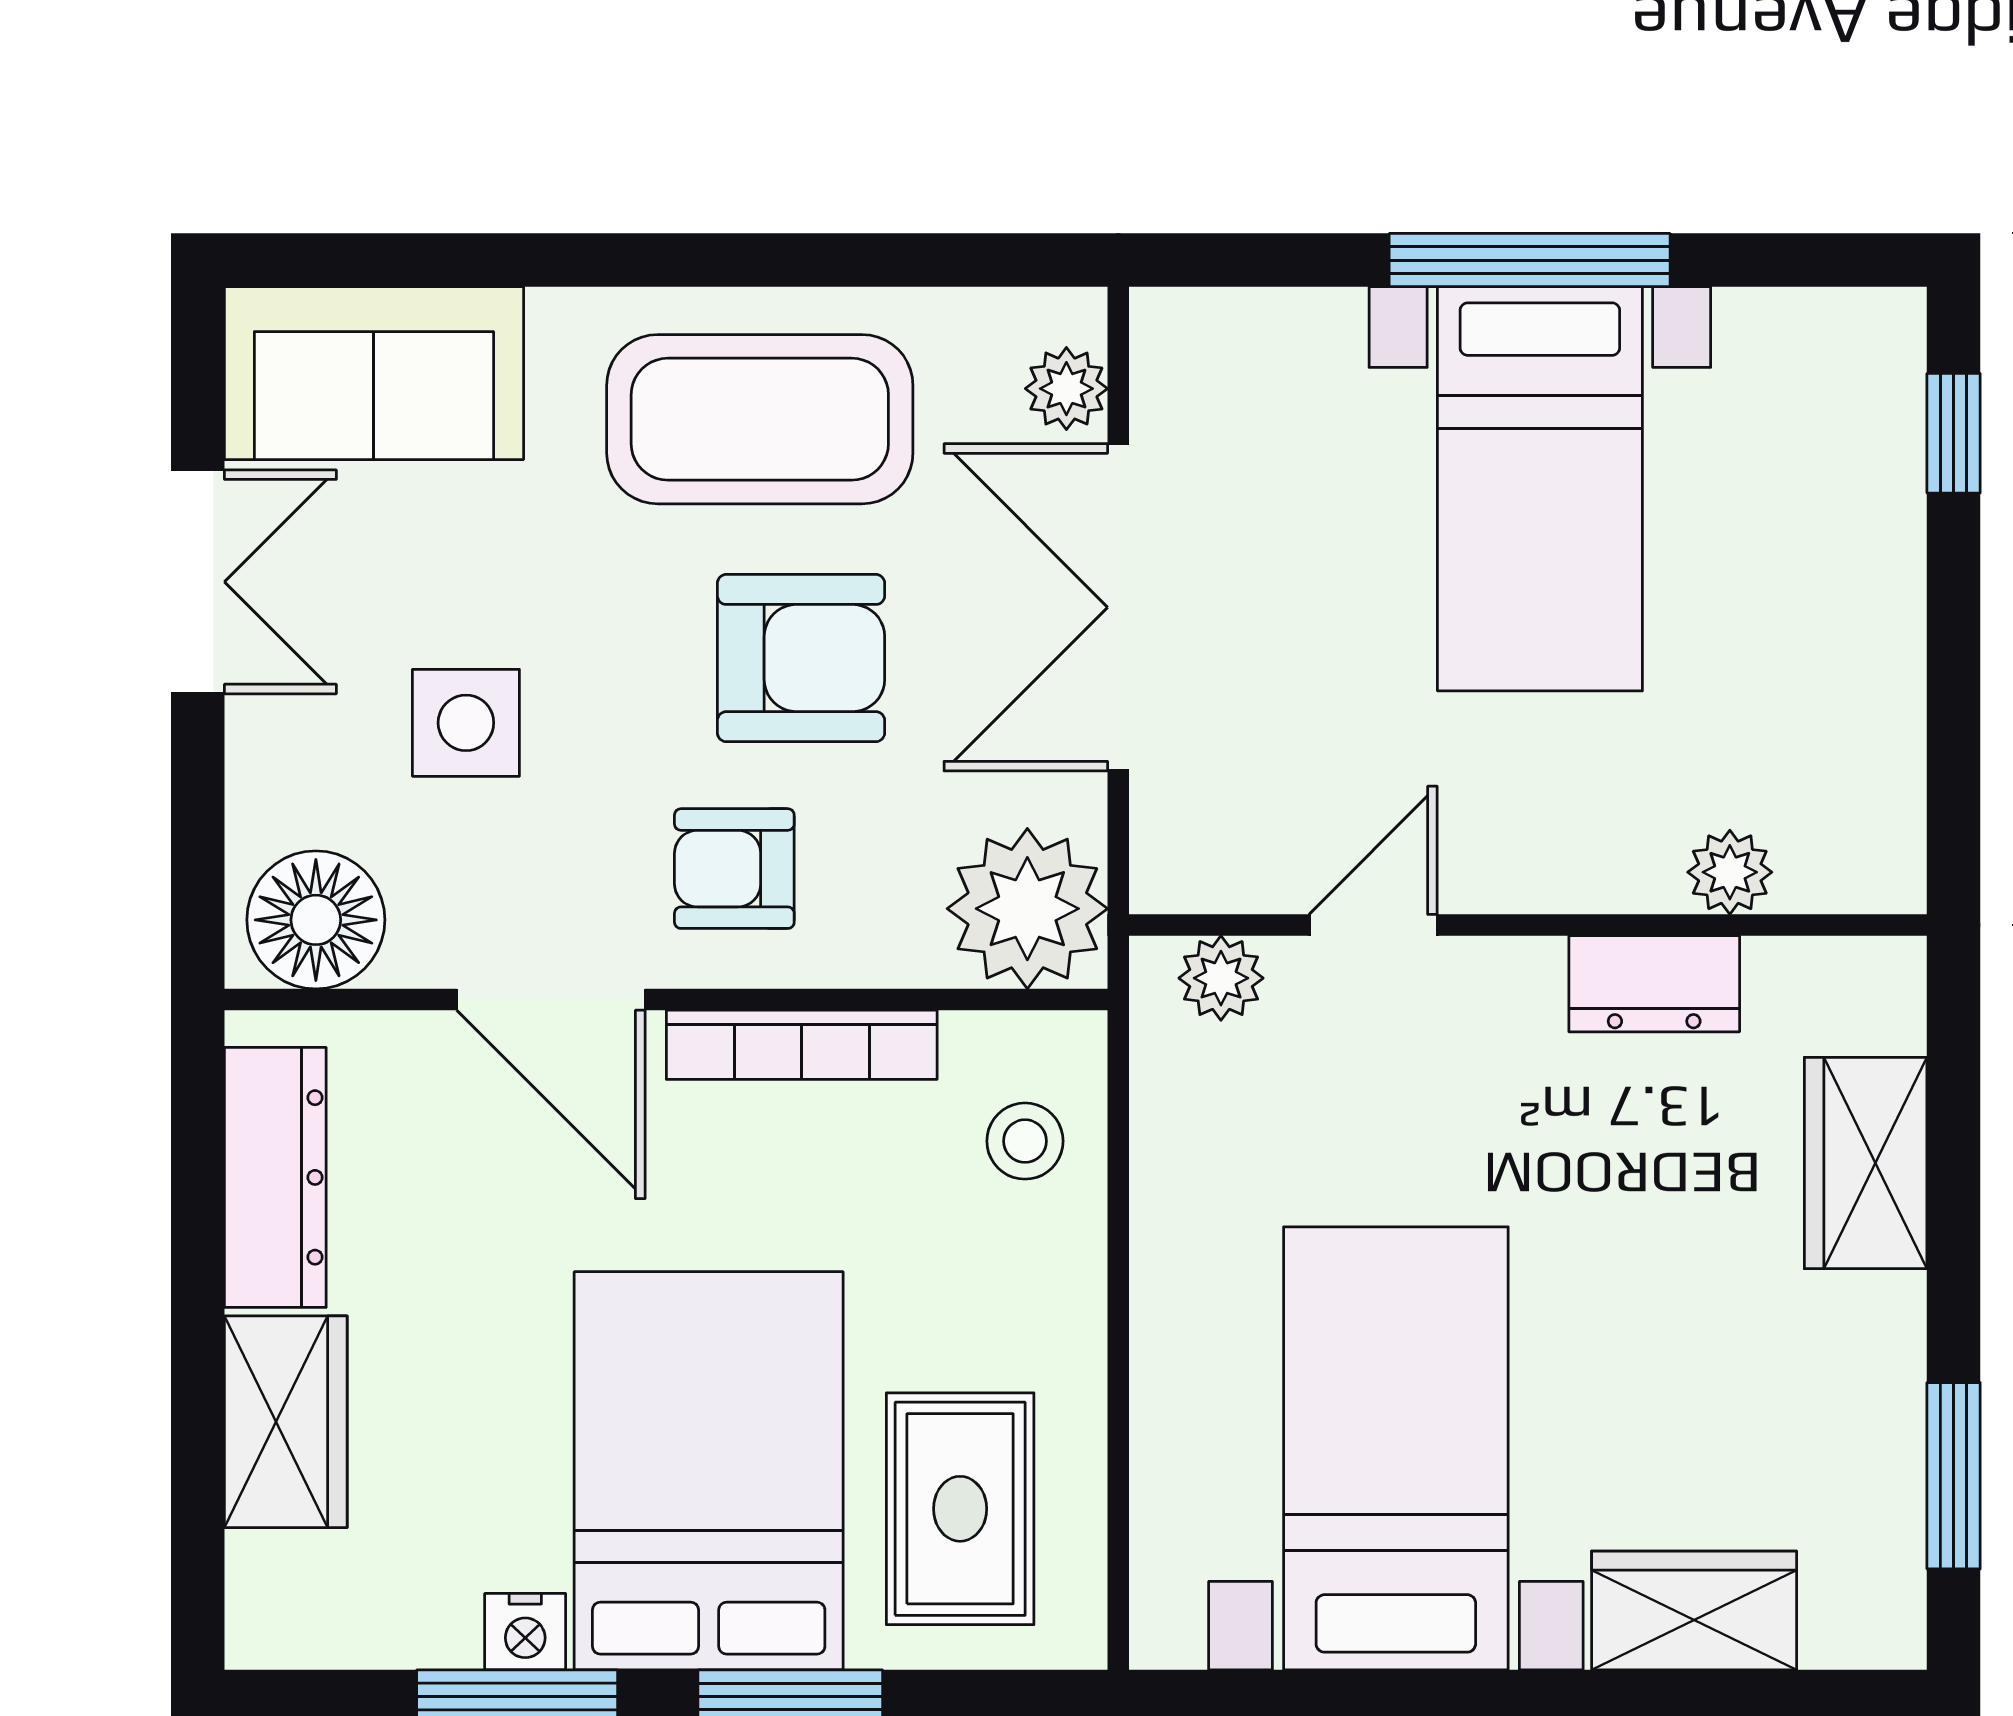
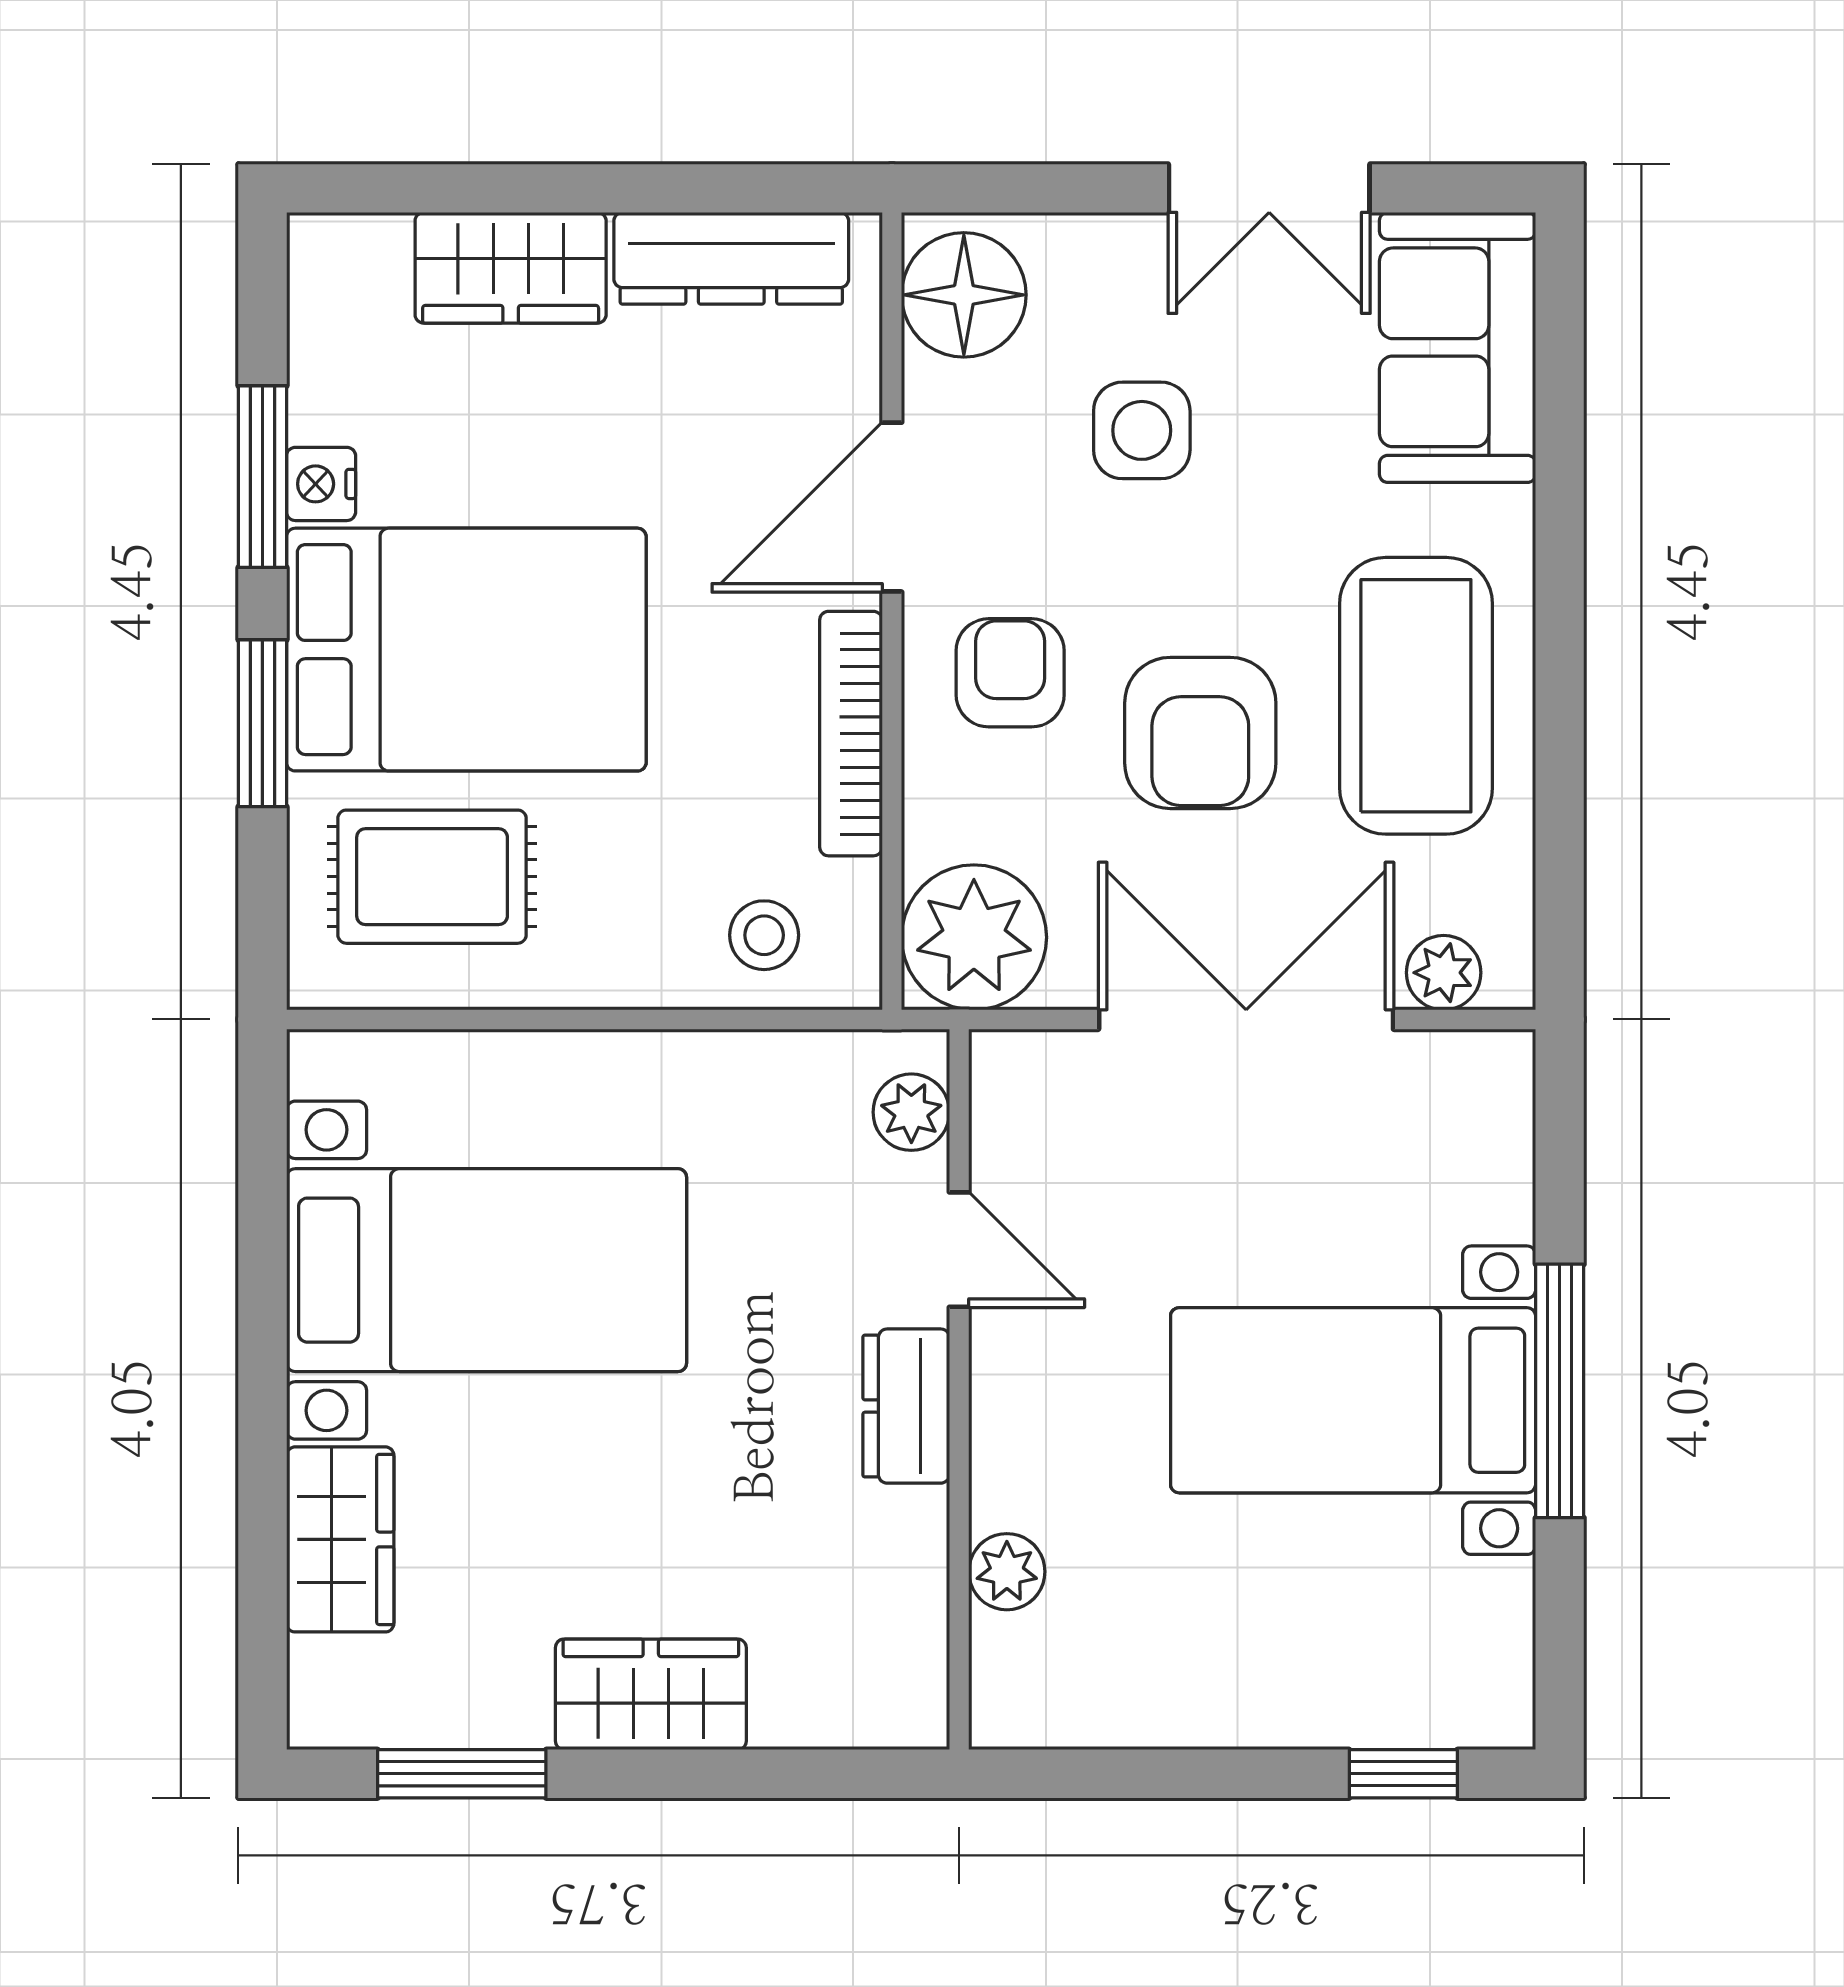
dresser: (1654, 984) -> (906, 1406), moved
wardrobe: (1866, 1163) -> (651, 1694), moved

